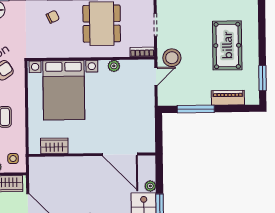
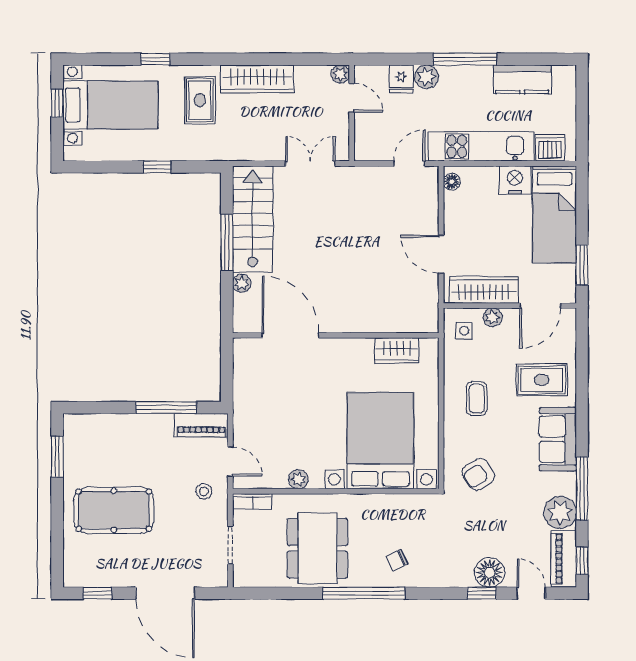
pool table: (227, 45) -> (114, 510), turned 90
stool: (172, 58) -> (204, 491), width x0.53, depth x0.53
door: (156, 76) -> (230, 461), swing flipped
piano: (228, 98) -> (201, 425), moved

